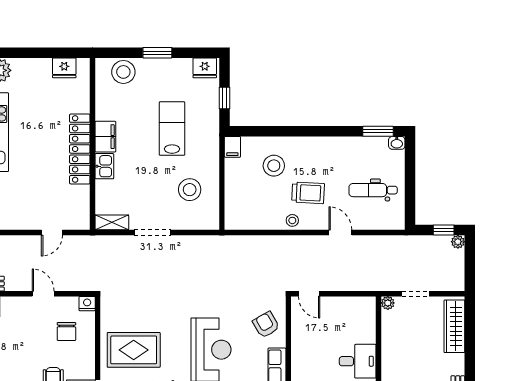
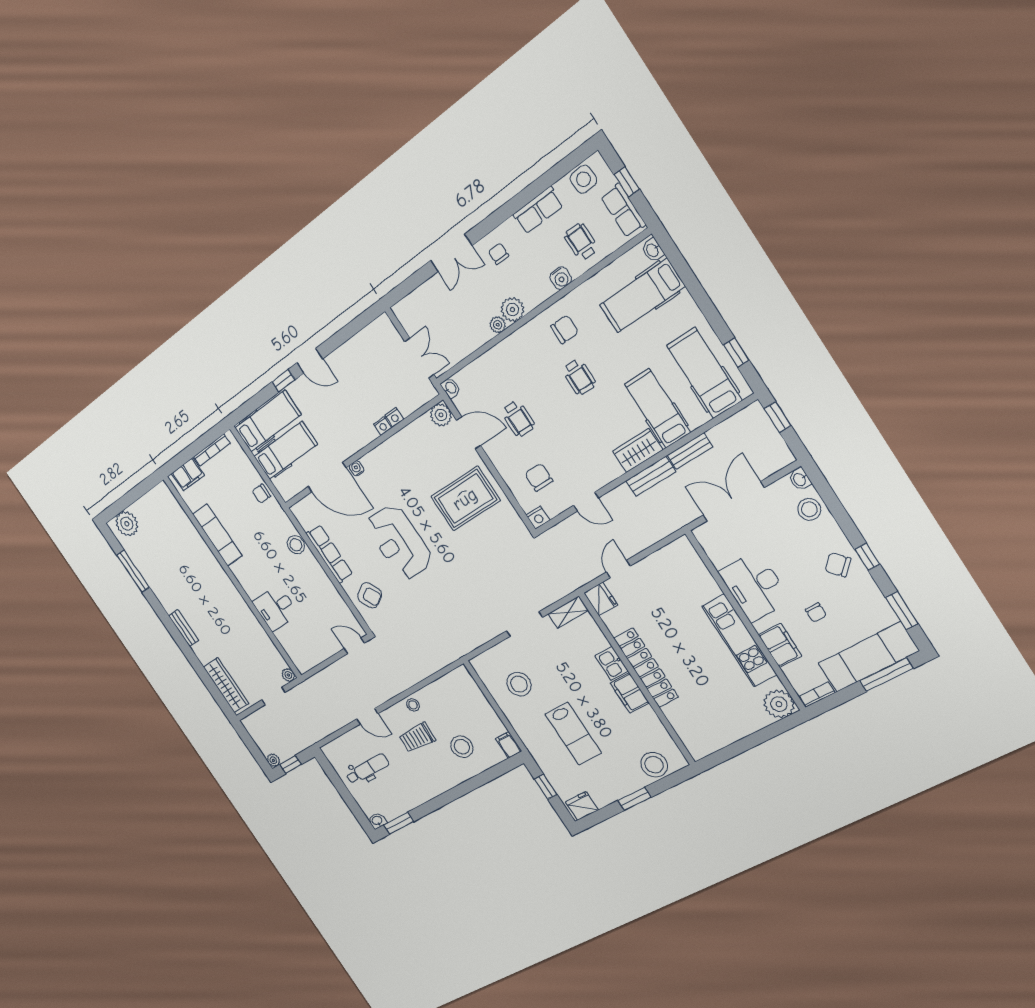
fridge: (64, 68) -> (601, 599), moved, turned 90

